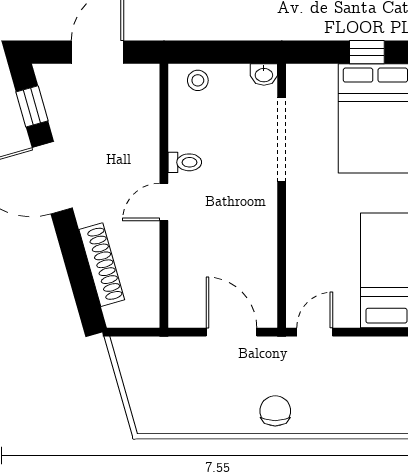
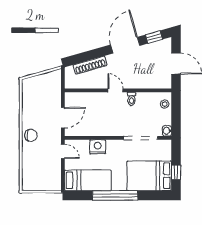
nightstand: (304, 246) -> (98, 147), added

